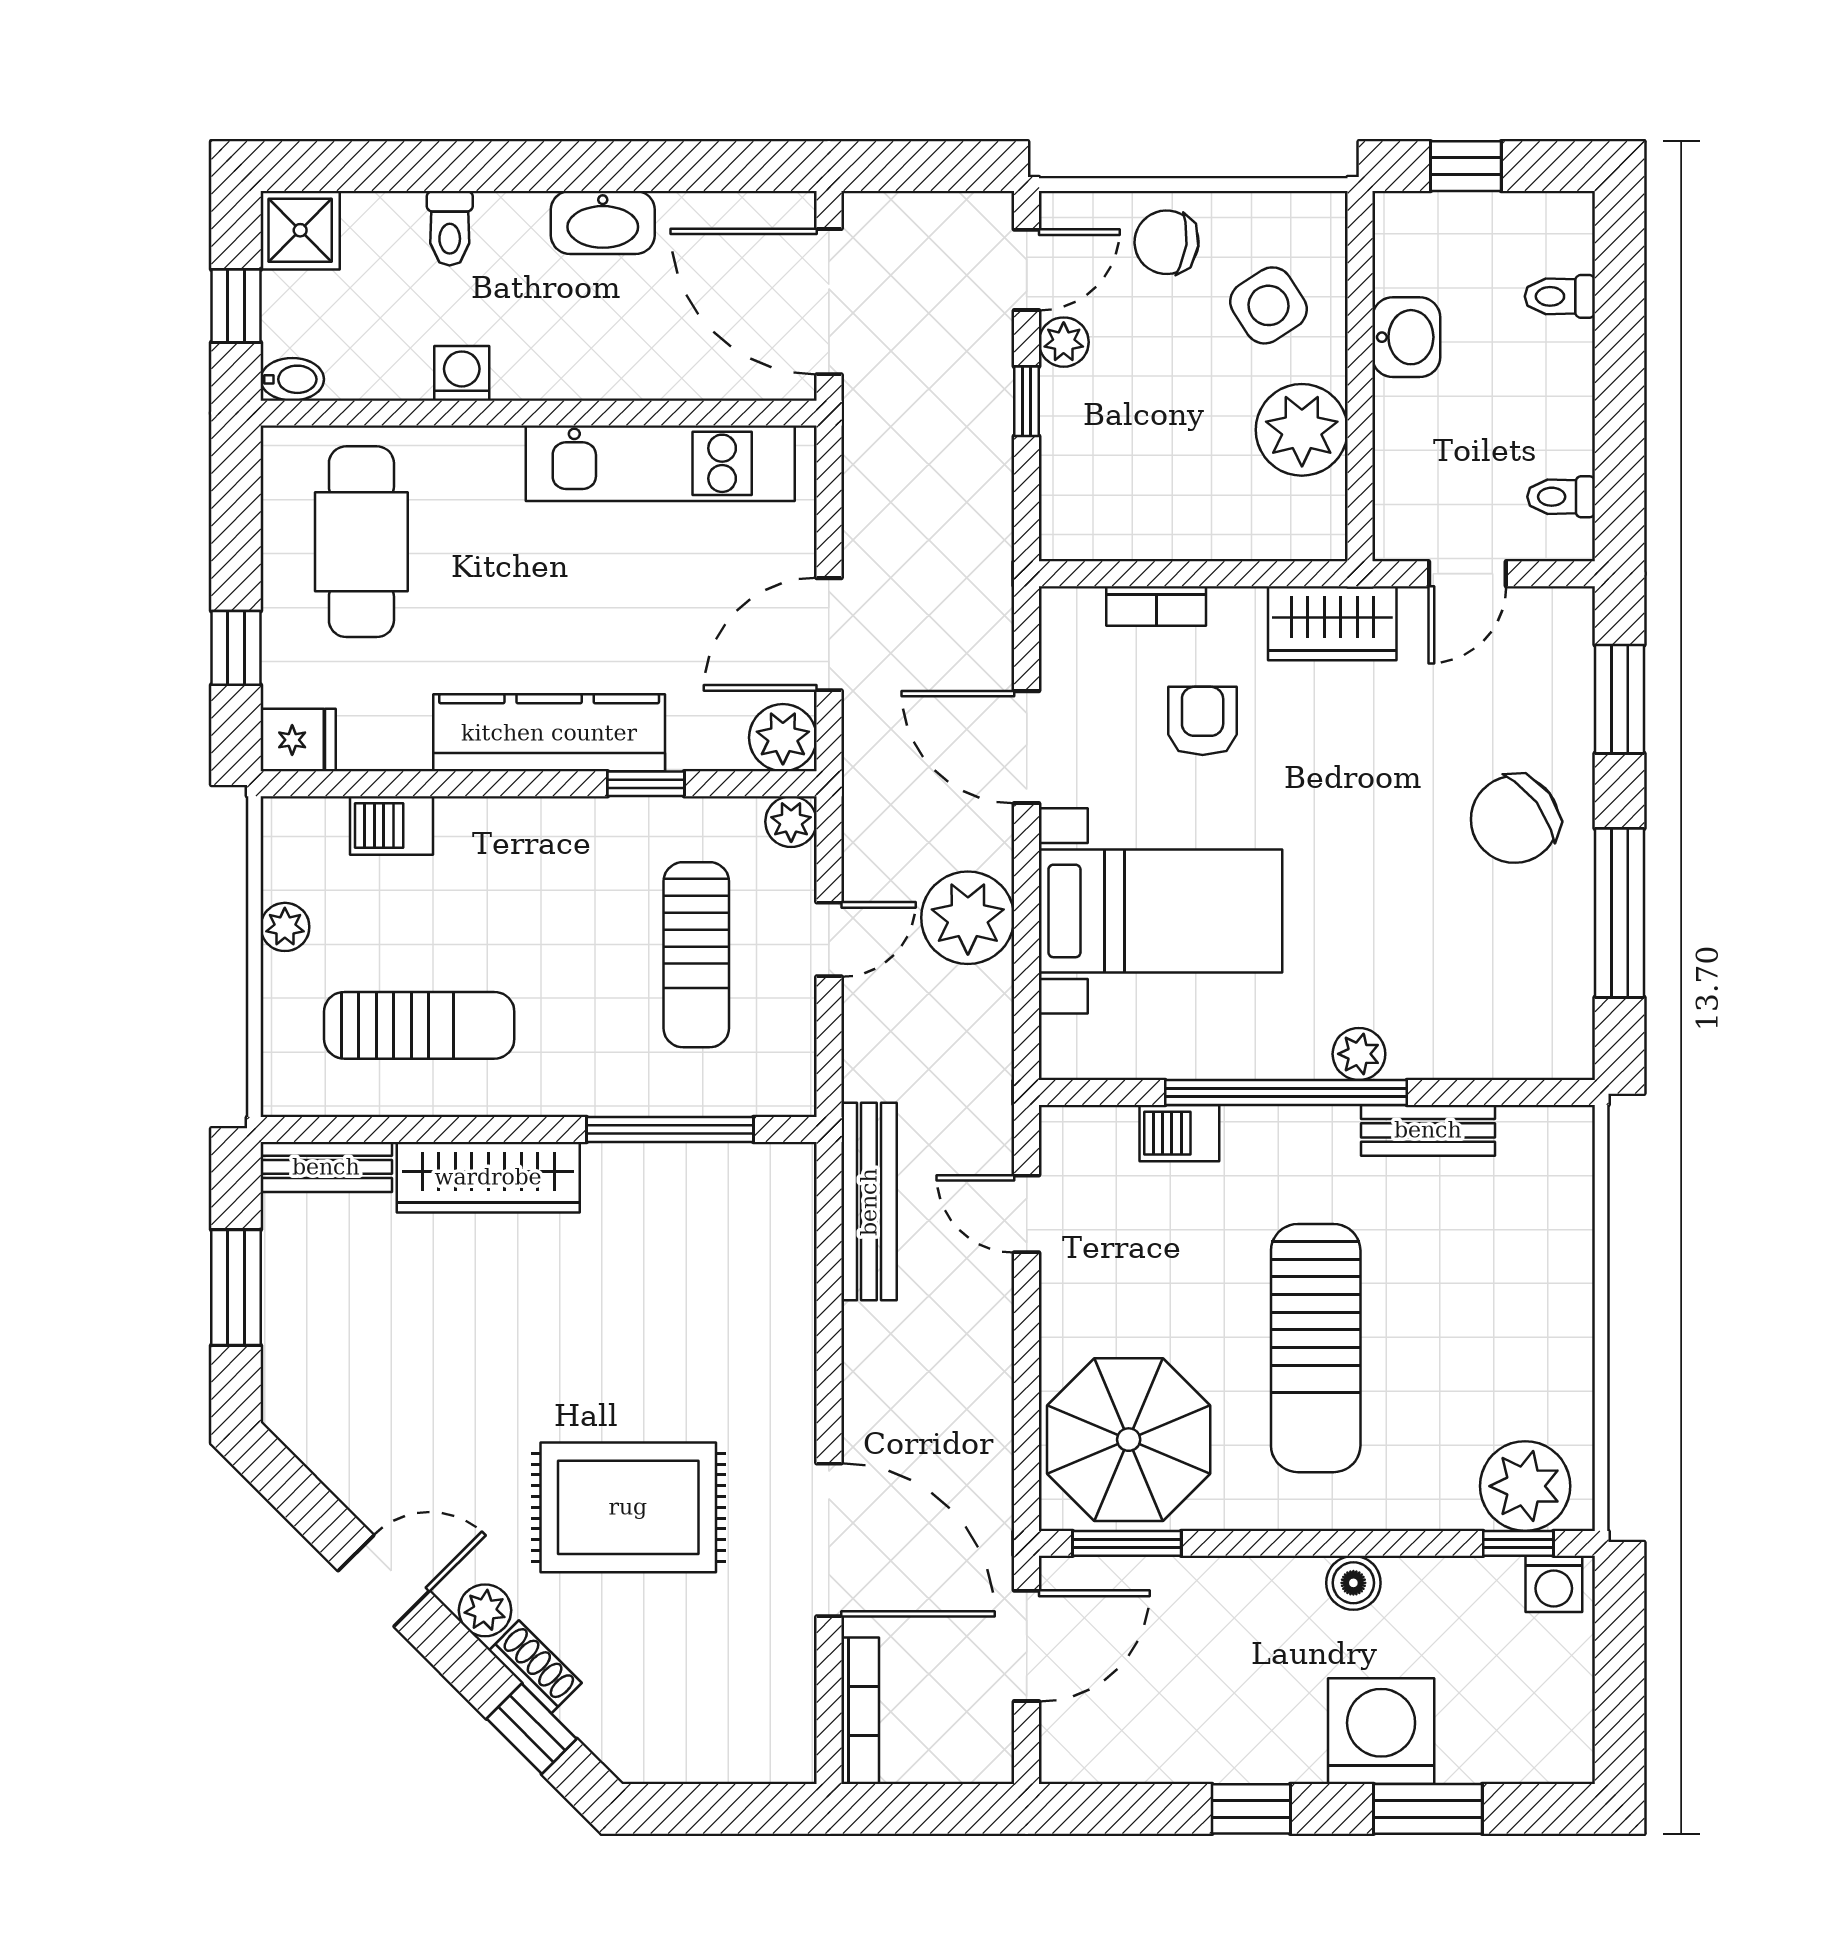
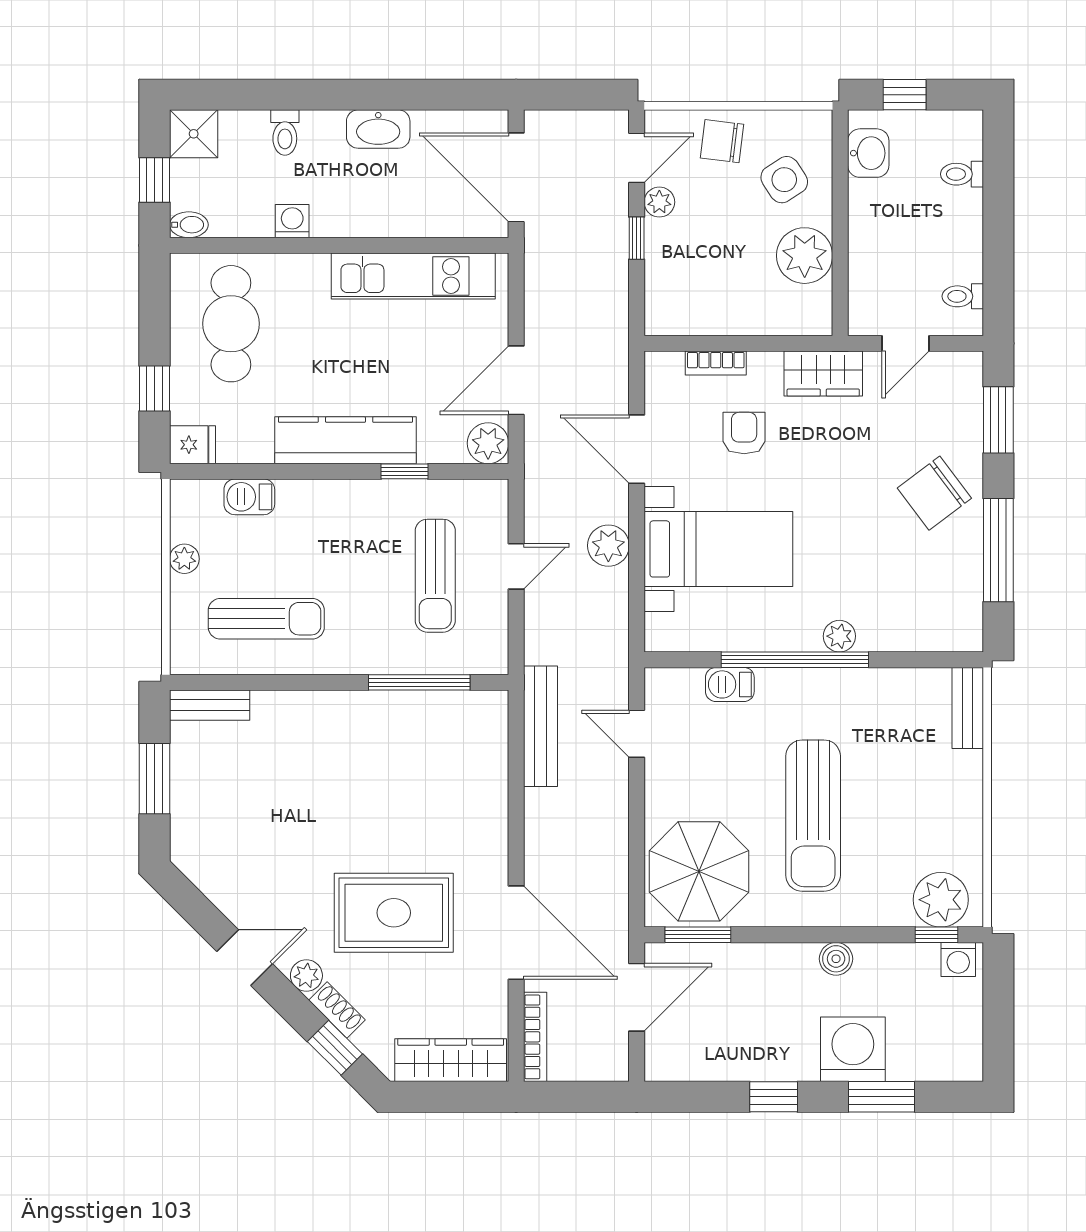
washbasin: (1406, 337) -> (868, 153), moved
plant: (791, 822) -> (493, 494), removed
plant: (968, 918) -> (608, 546), width x0.73, depth x0.73
bench: (1428, 1130) -> (968, 708), moved, turned 90
wardrobe: (488, 1177) -> (451, 1060), moved, turned 180

